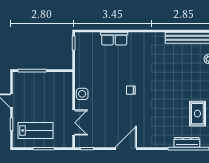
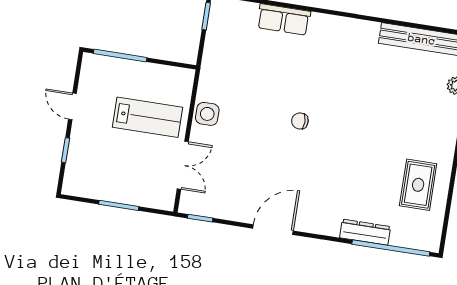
lab bench: (35, 130) -> (148, 117), moved
dresser: (187, 142) -> (365, 232), moved

